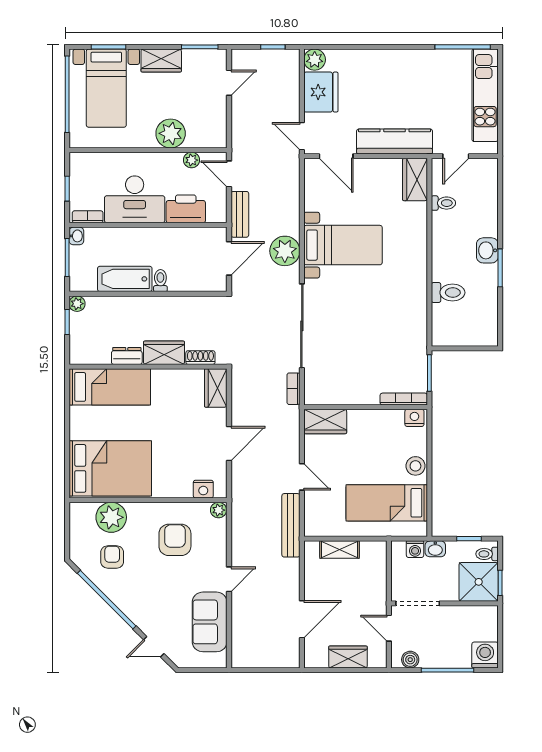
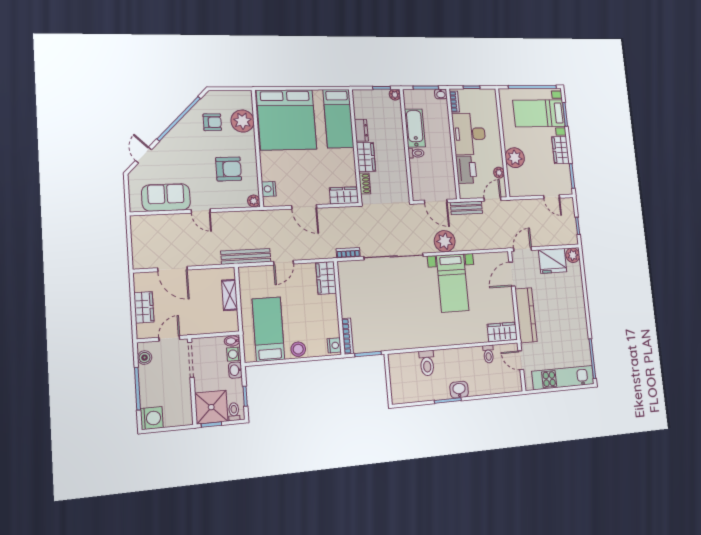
bed: (110, 468) -> (287, 120), width x1.36
bidet: (398, 550) -> (232, 341), added

